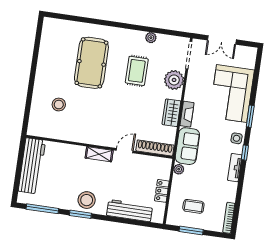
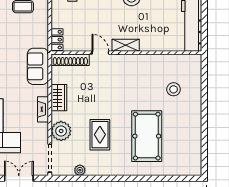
plant: (151, 38) -> (80, 170), moved
fireplace: (187, 114) -> (43, 109), moved
door: (125, 151) -> (100, 53), swing flipped
plant: (179, 169) -> (43, 42), removed
locker: (162, 191) -> (57, 40), moved

